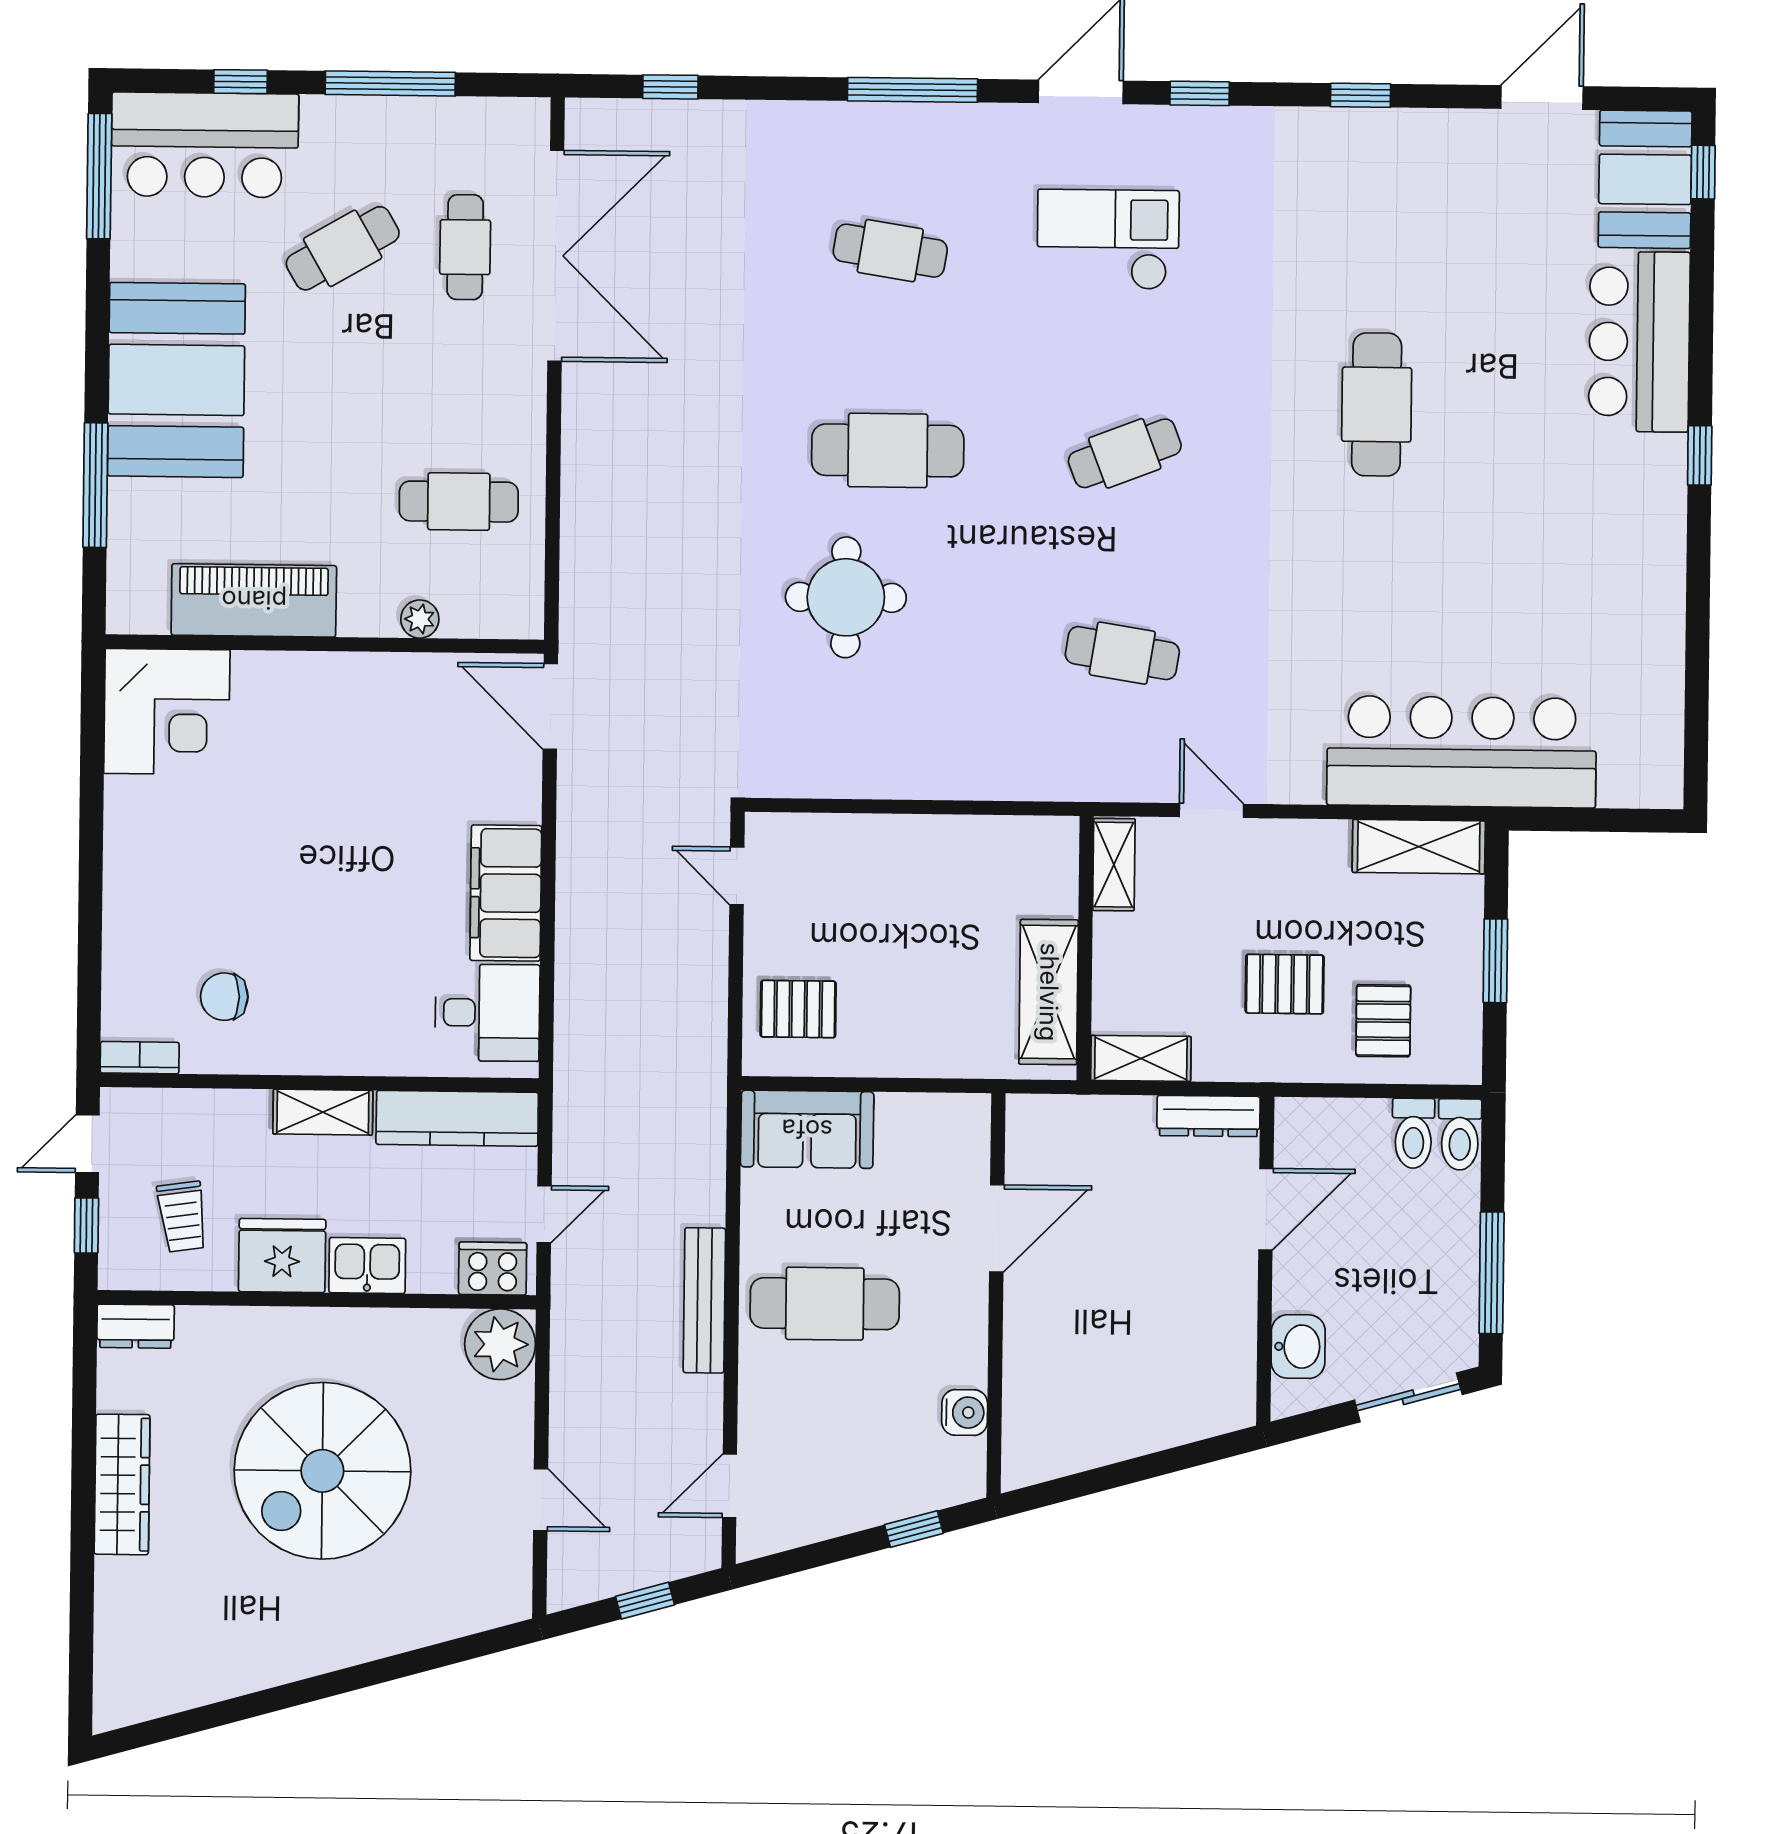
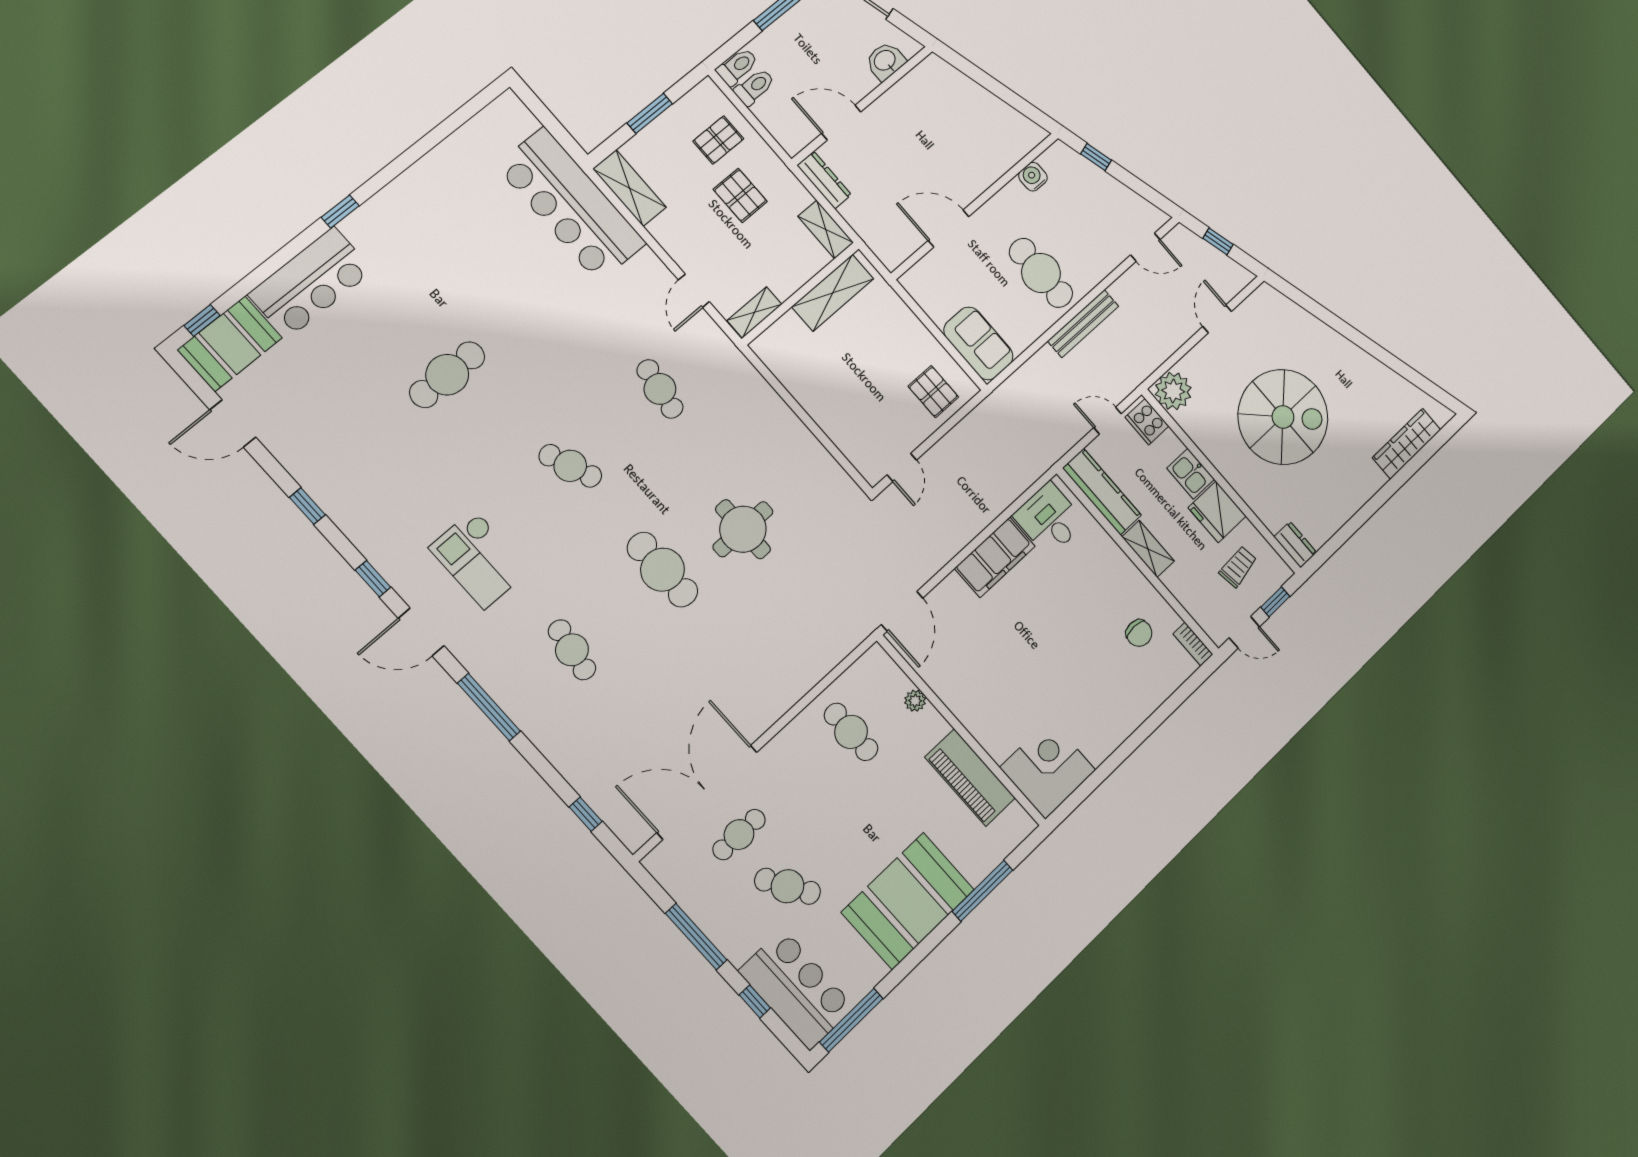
wardrobe: (122, 1484) -> (1407, 444), moved

